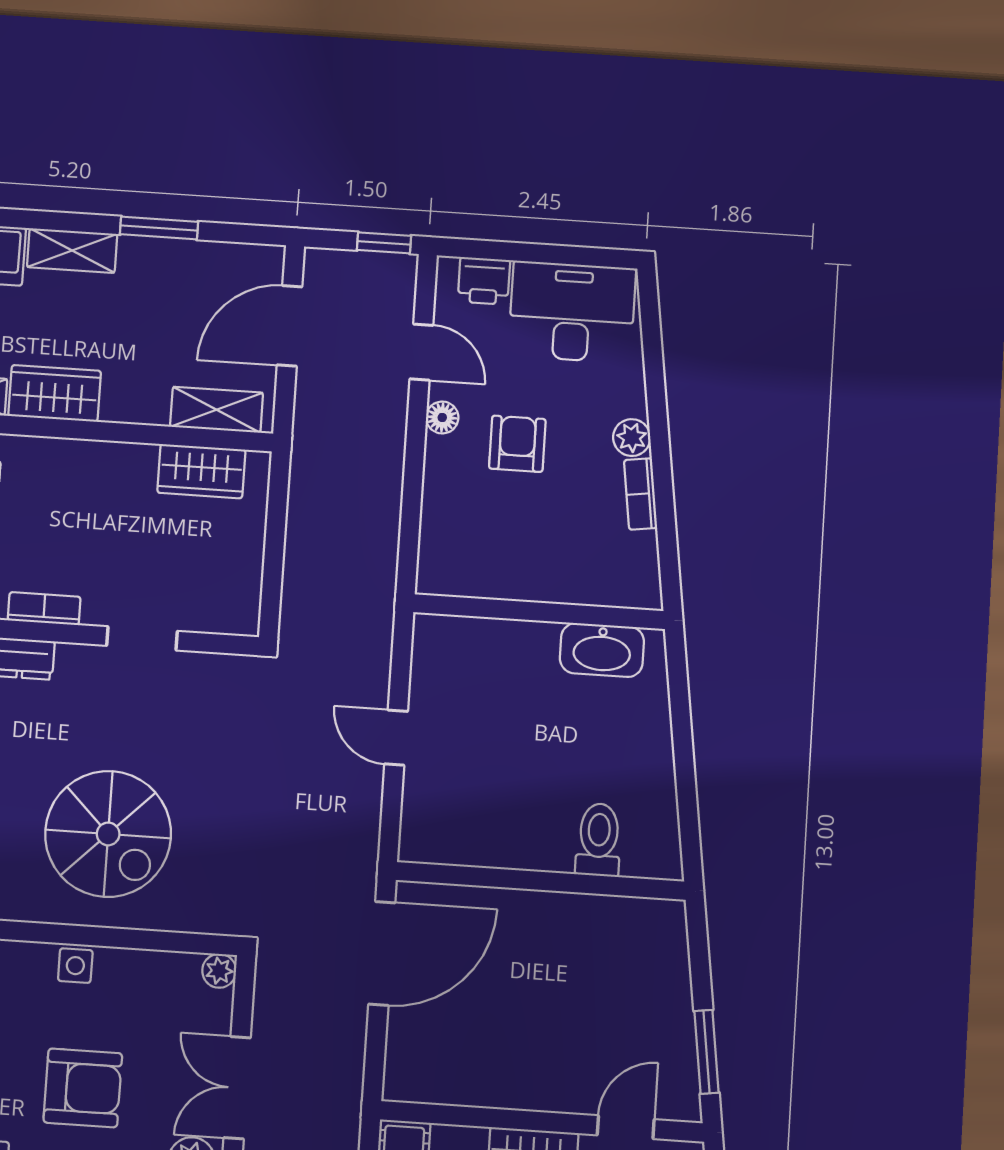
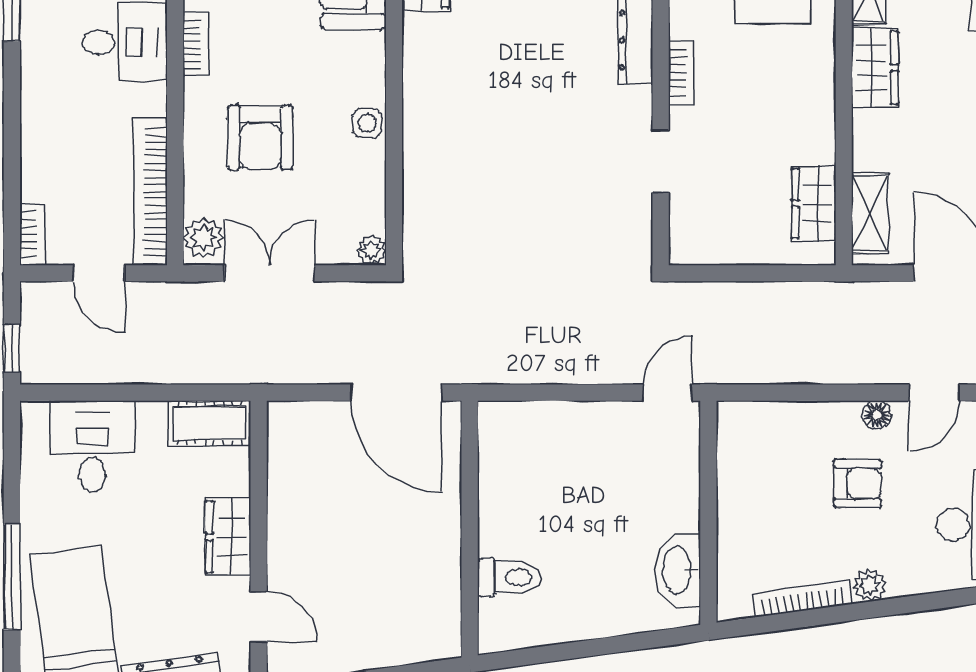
bookcase: (641, 494) -> (802, 598), width x1.56
door: (396, 738) -> (667, 393), moved
spiral stairs: (108, 834) -> (485, 144), removed

